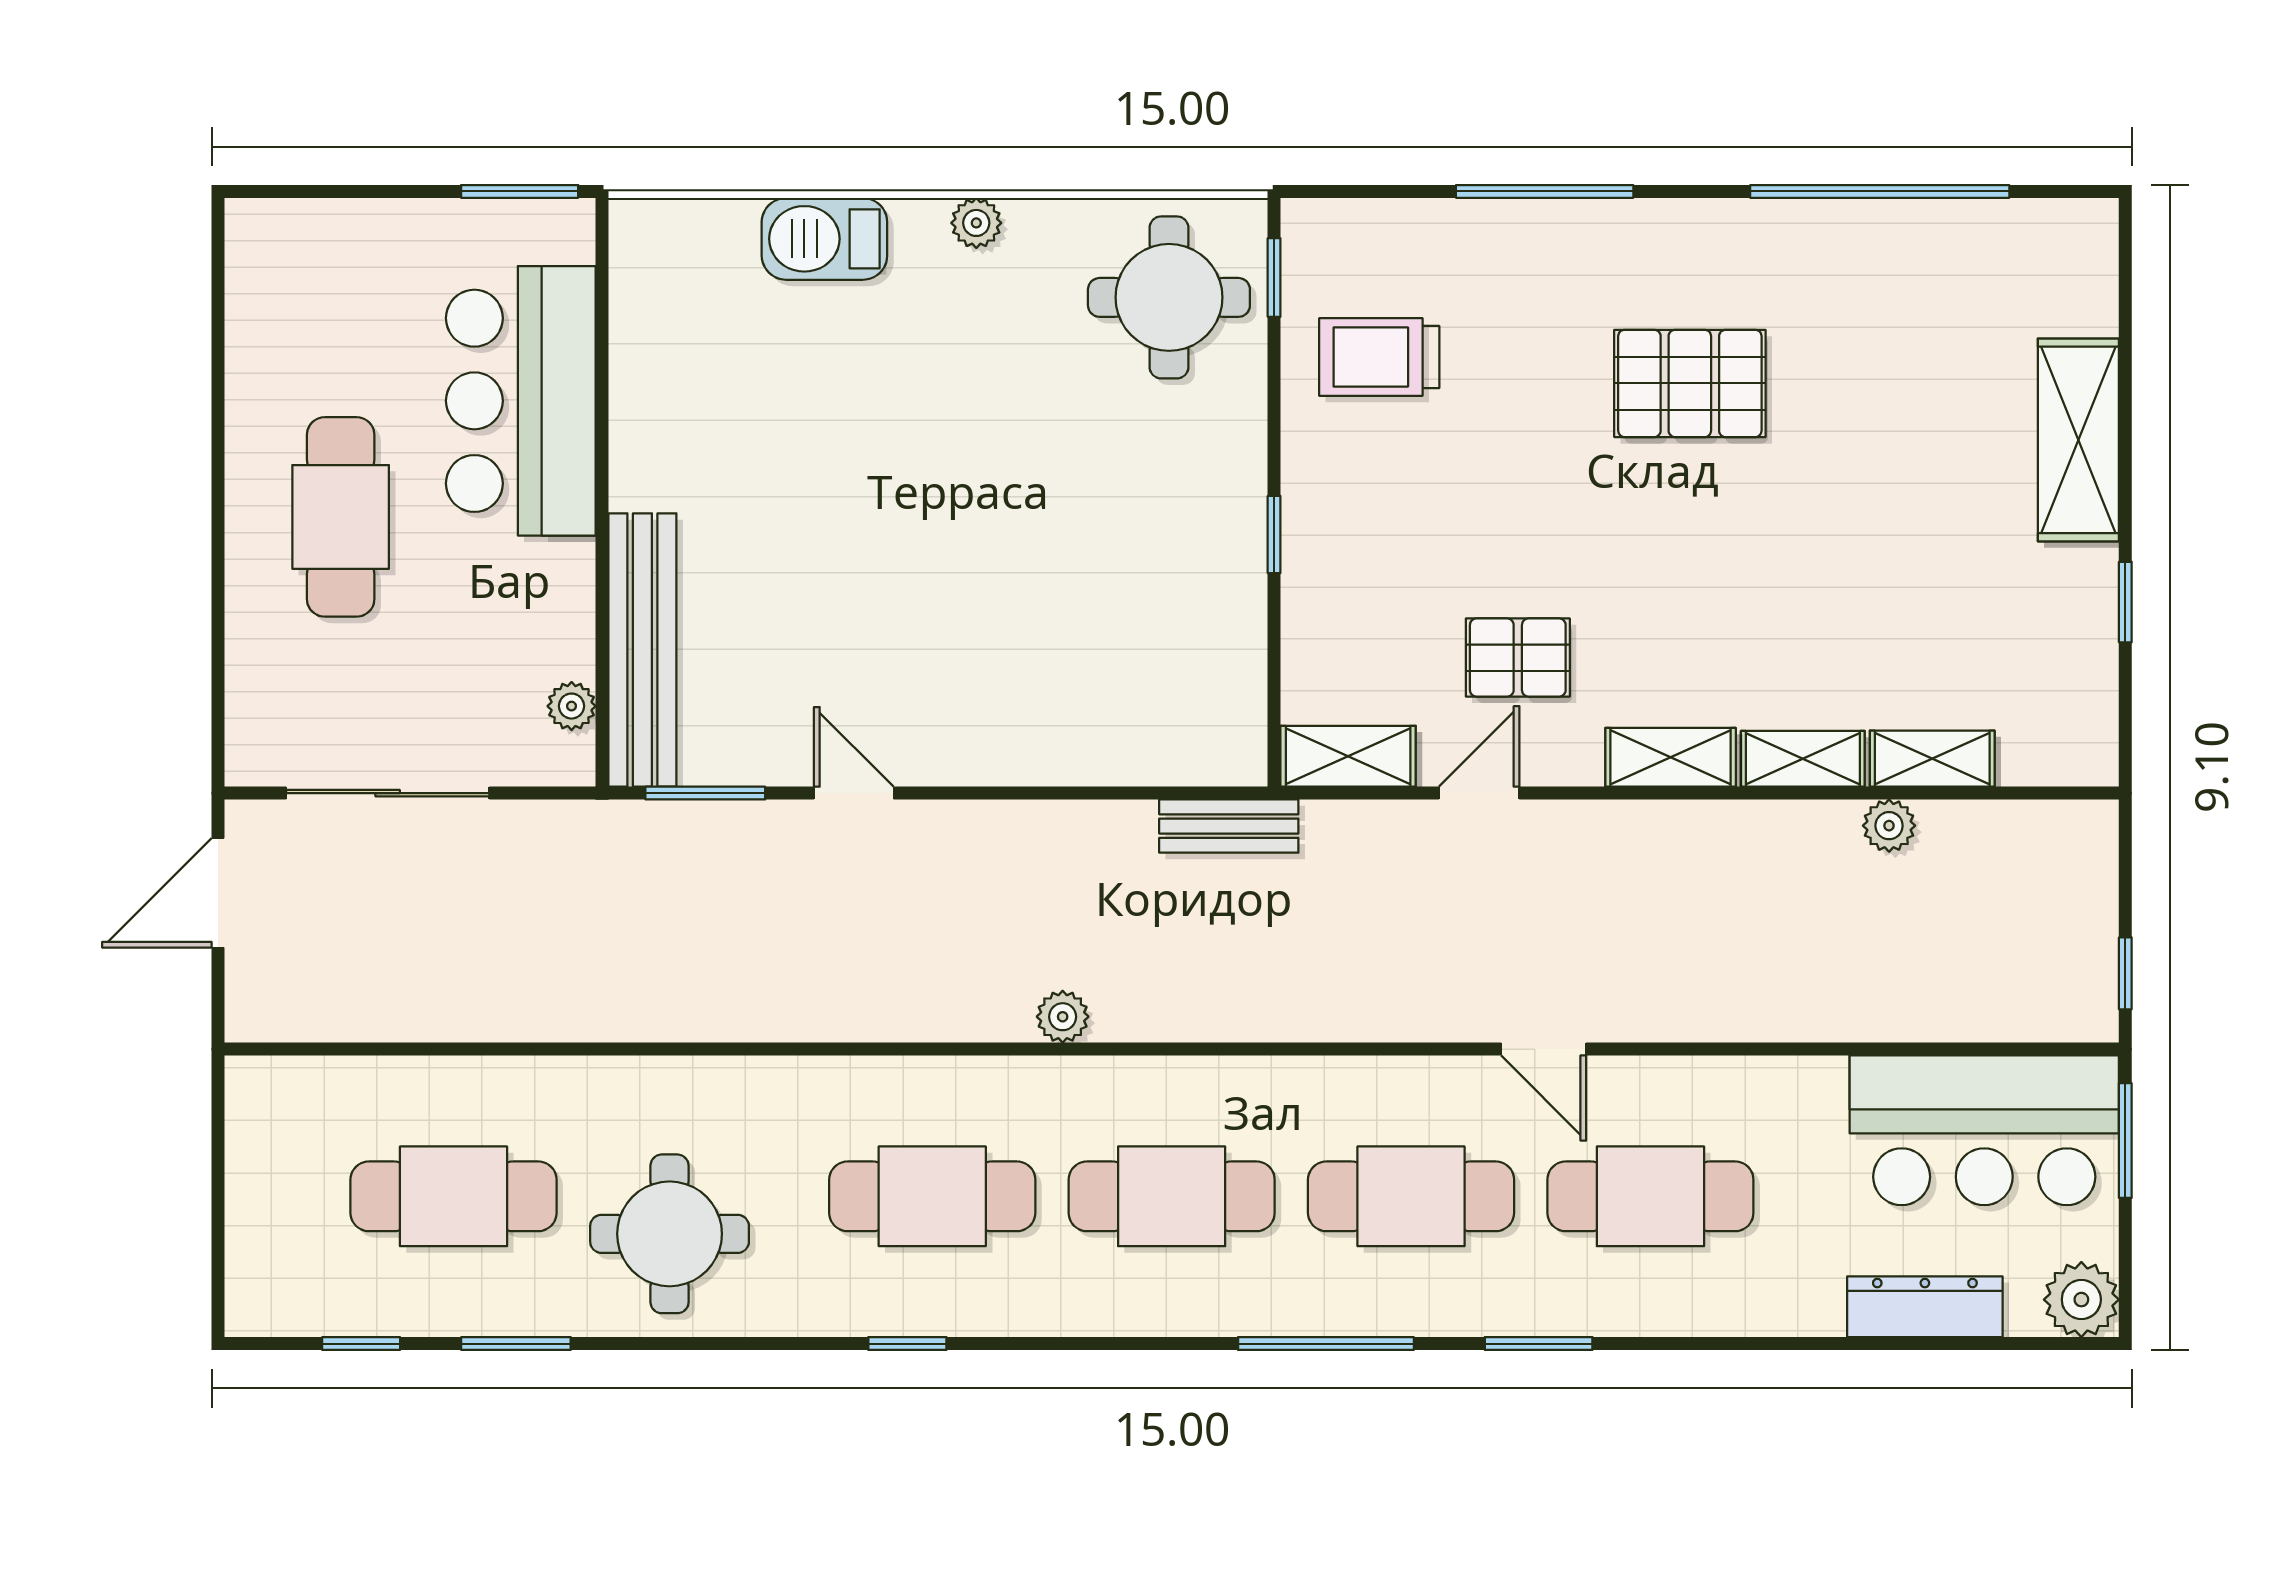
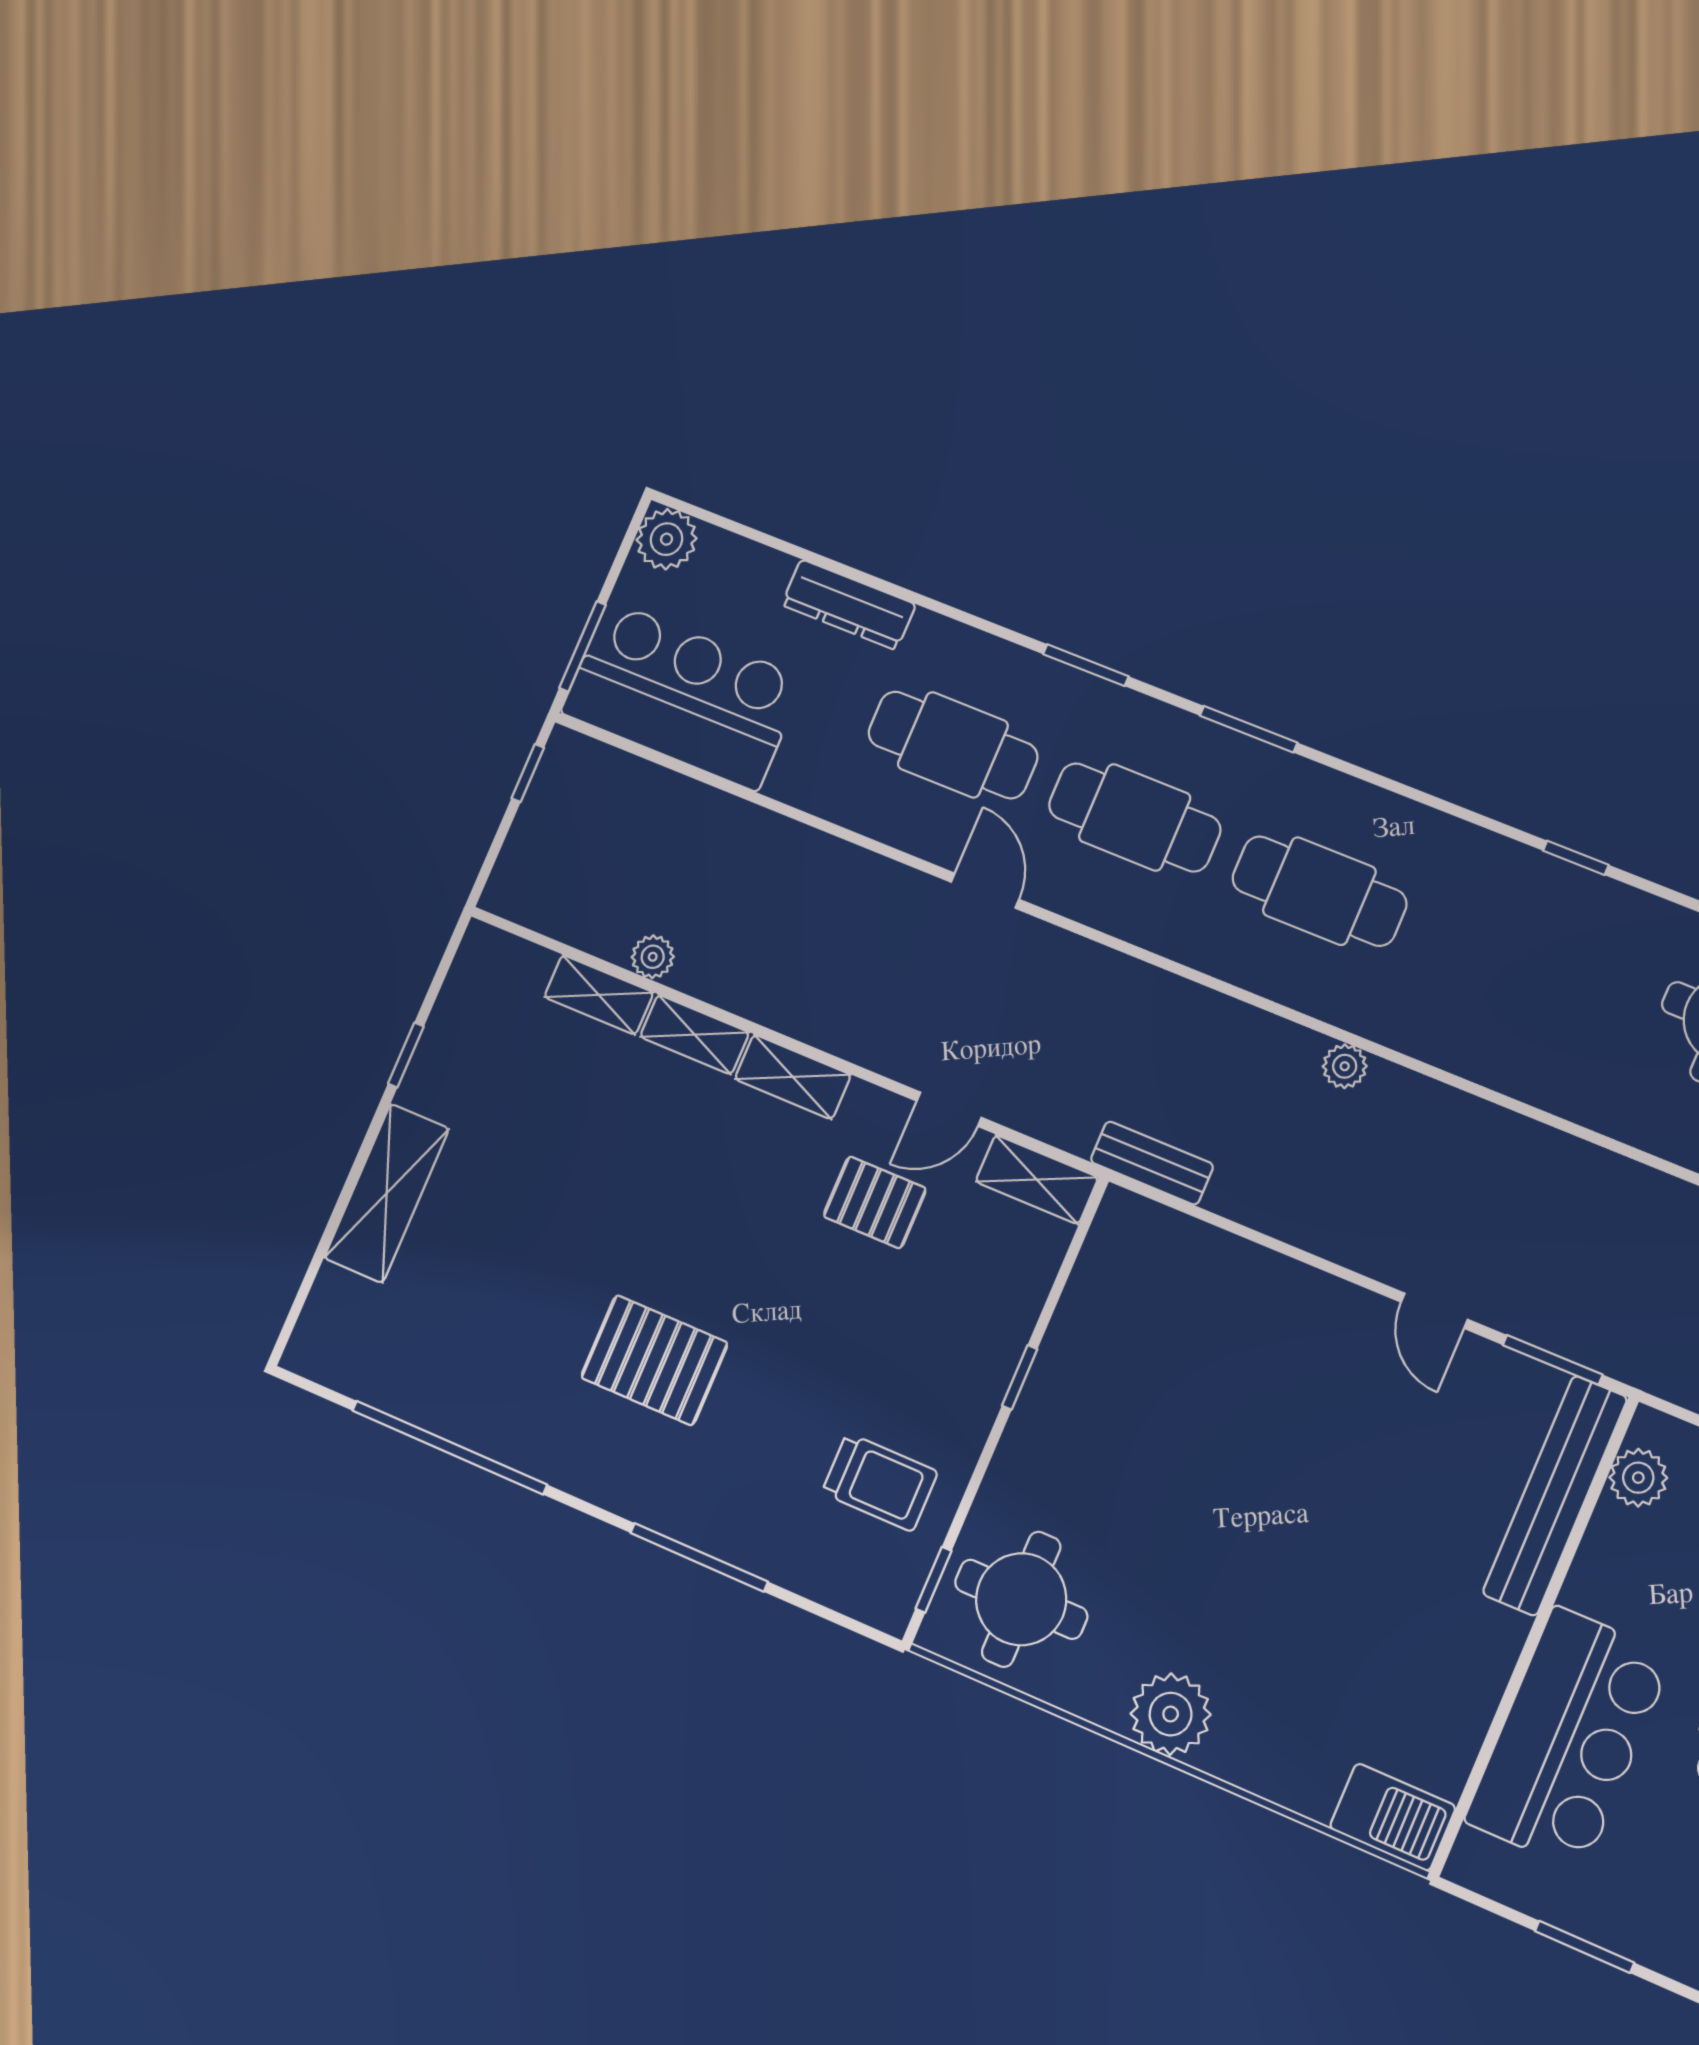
window: (520, 191) -> (1585, 1947), moved
plant: (976, 223) -> (1171, 1714), width x1.88, depth x1.88
barbecue: (824, 239) -> (1393, 1817), moved
plant: (572, 706) -> (1638, 1478), width x1.38, depth x1.38
cafe table: (932, 1196) -> (1507, 966), removed
dresser: (1925, 1307) -> (849, 605), moved
window: (1326, 1344) -> (1249, 729), width x0.69

